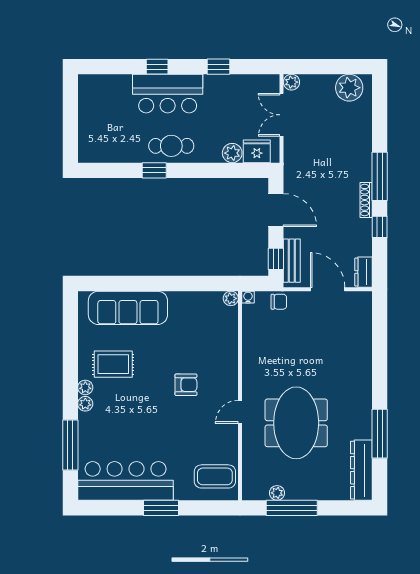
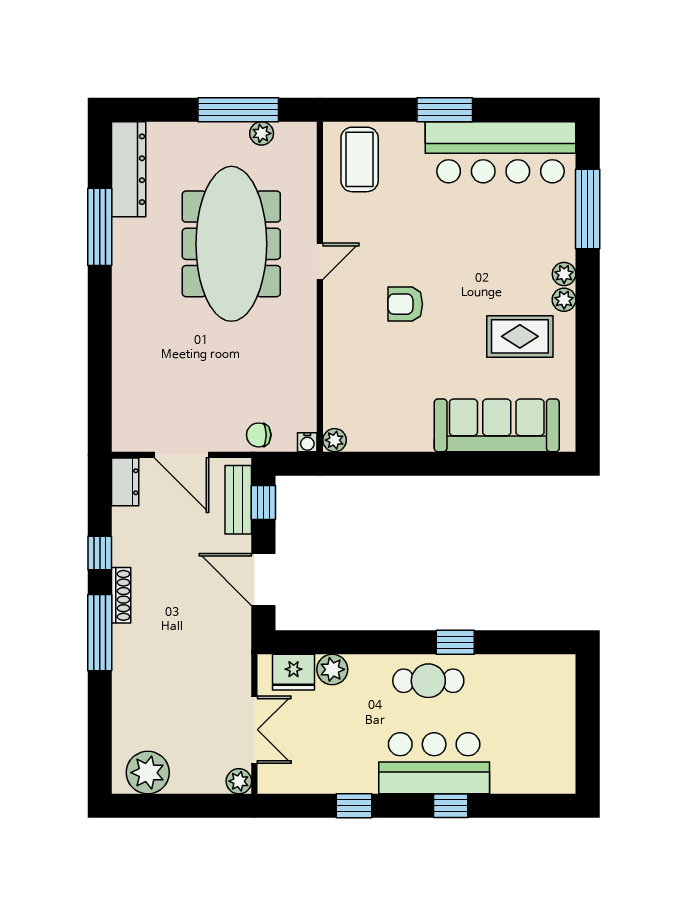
meeting table: (296, 423) -> (231, 244), width x1.36
coffee table: (215, 476) -> (360, 159), turned 90

